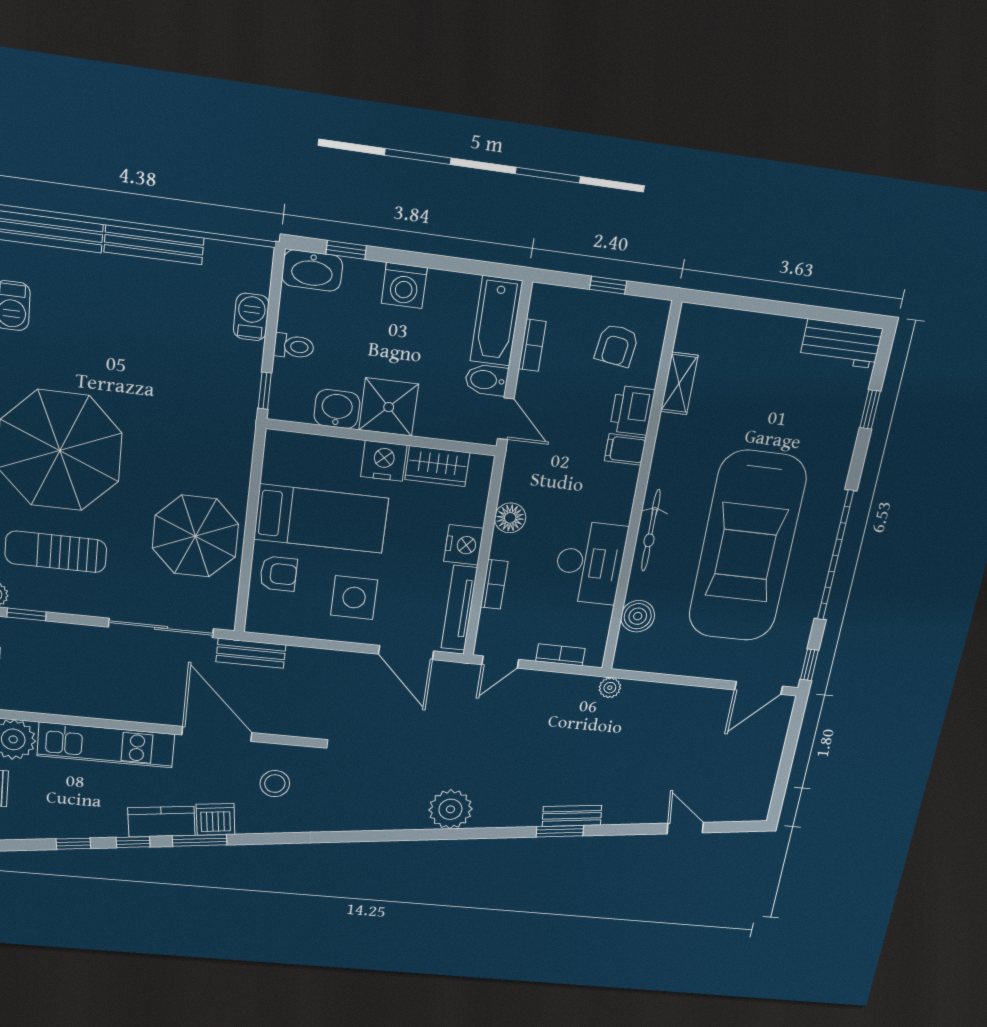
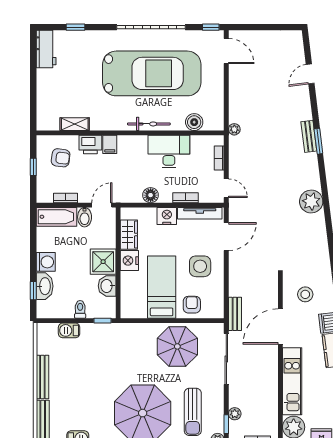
washbasin: (312, 271) -> (45, 286), moved
plant: (47, 633) -> (235, 414), added

